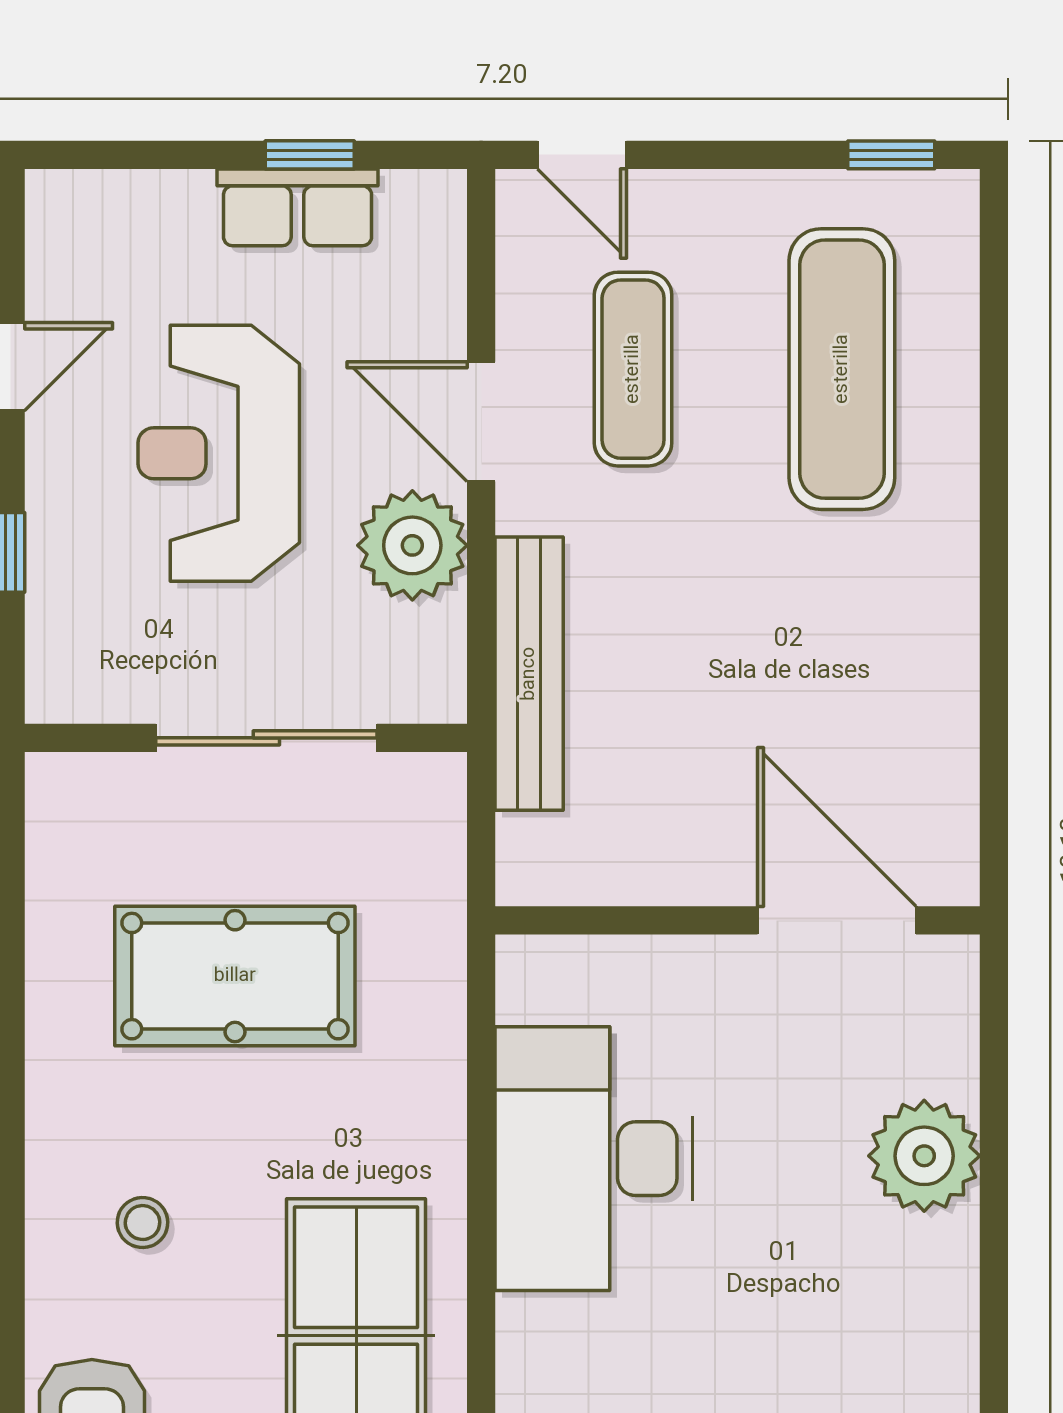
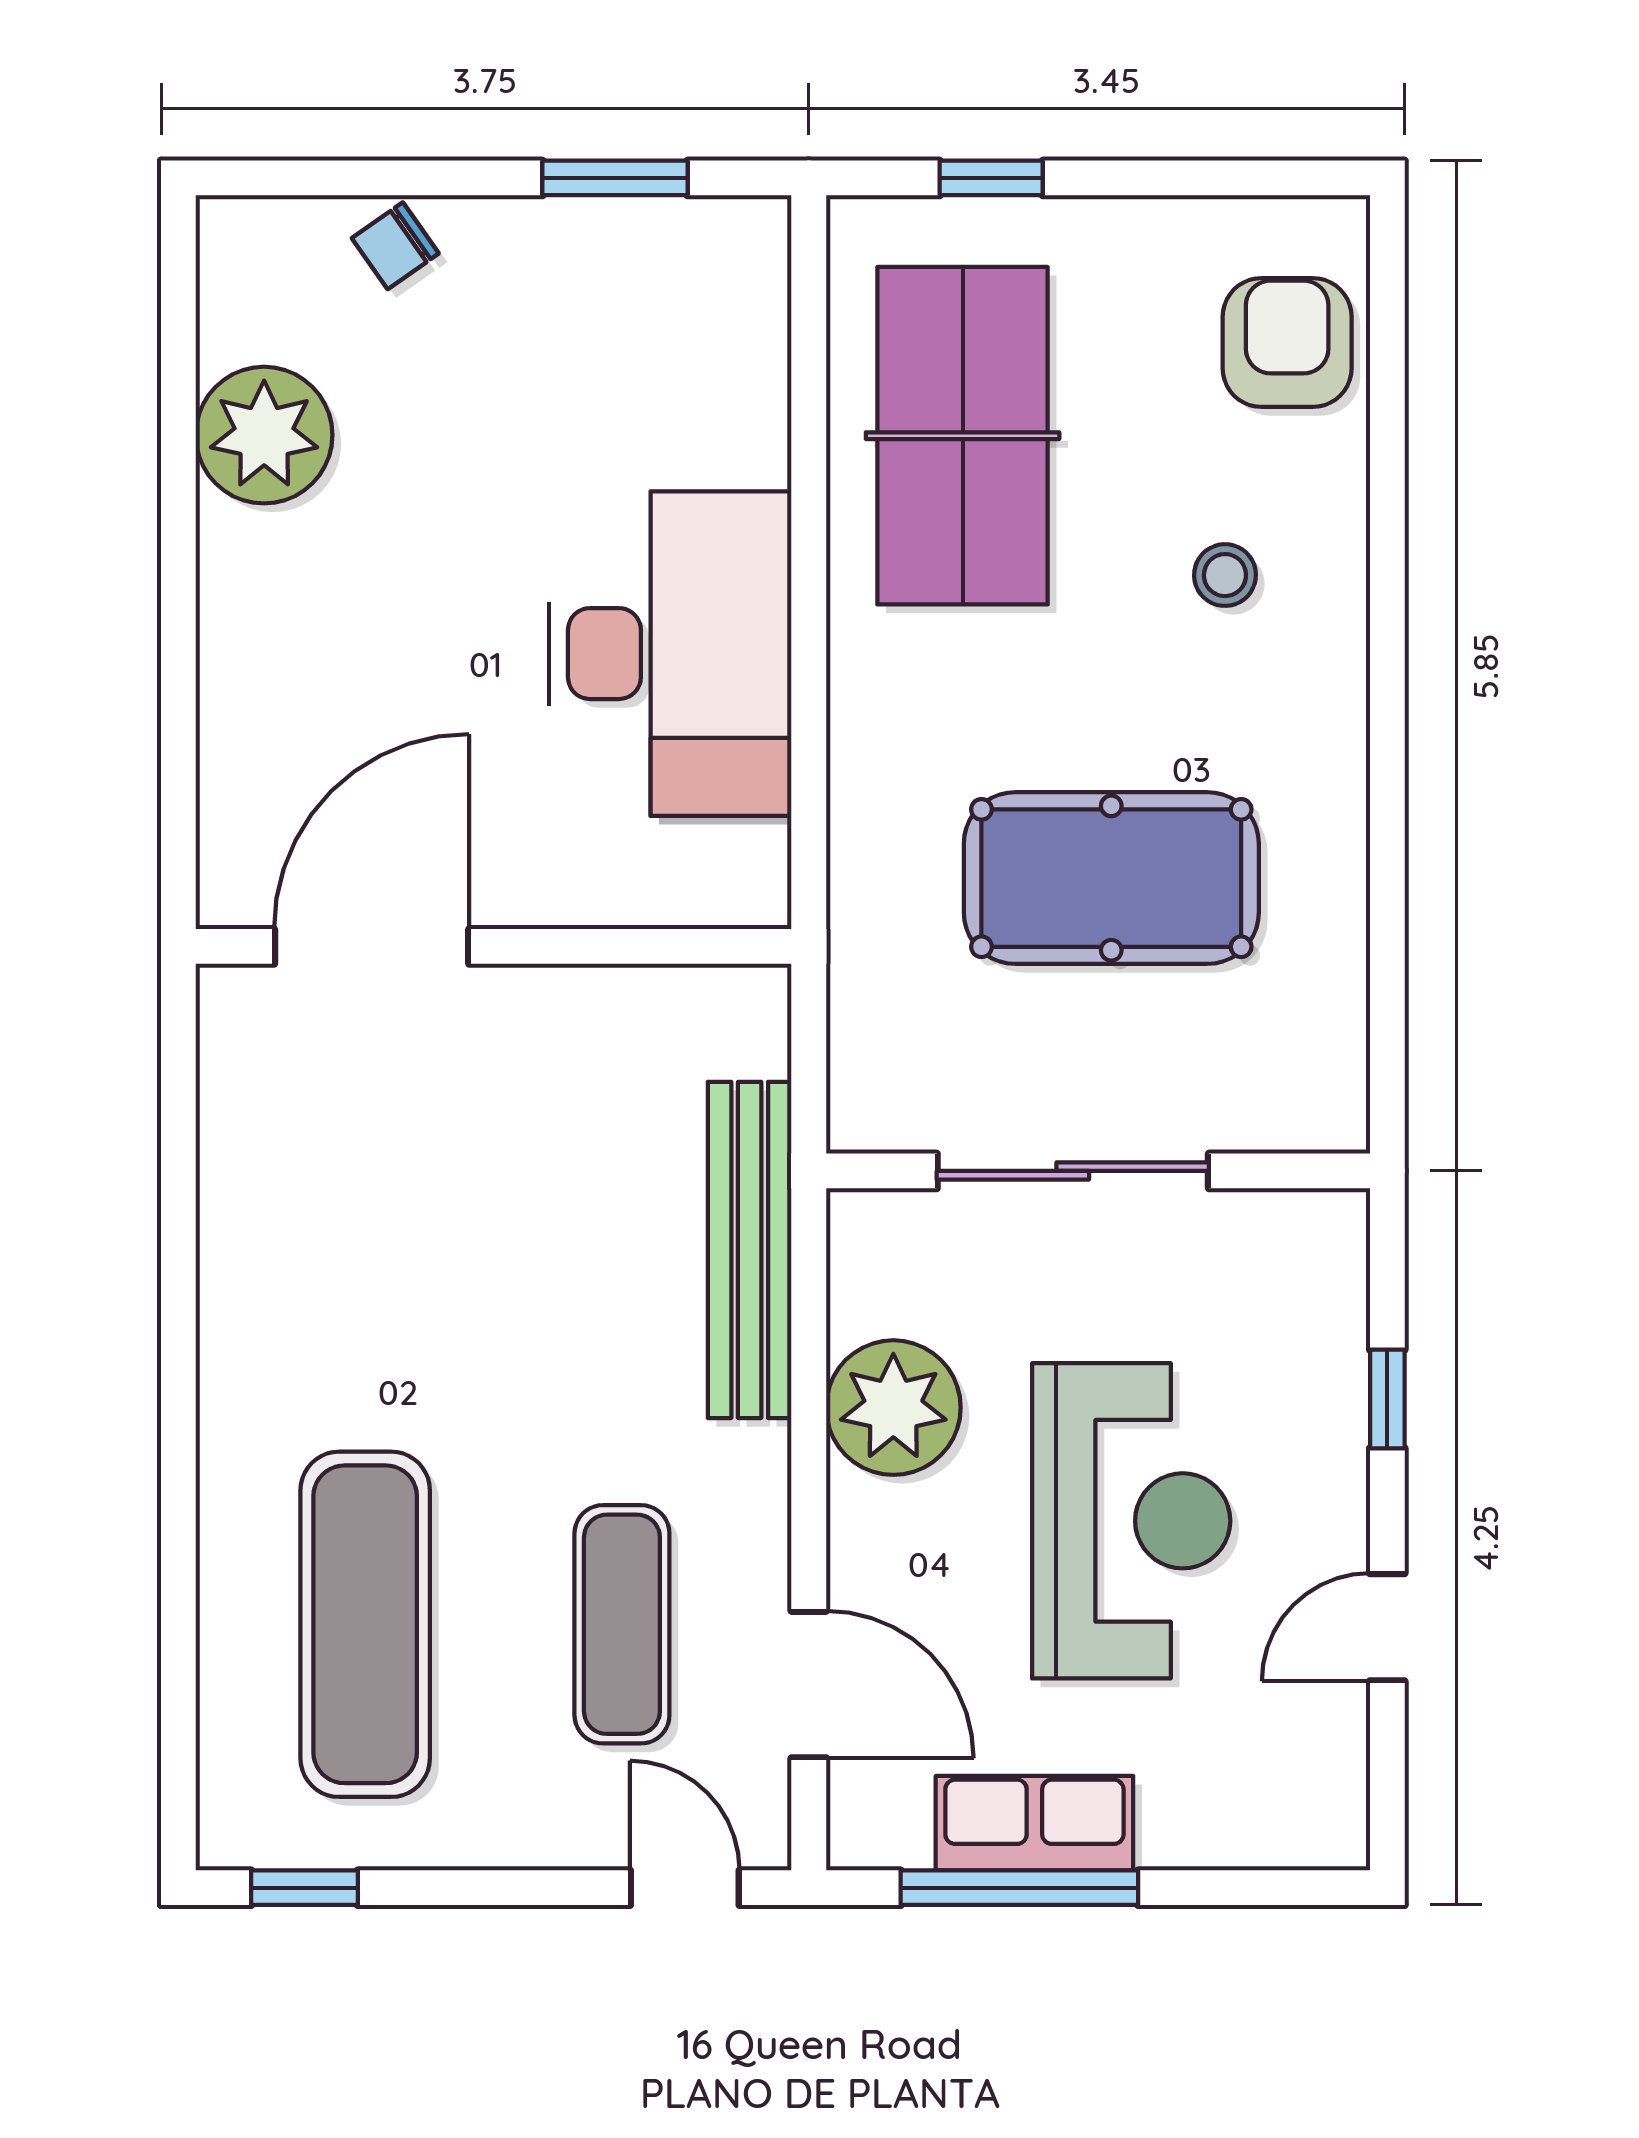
window: (310, 155) -> (1019, 1888), width x2.17
door: (481, 422) -> (809, 1685), moved
door: (837, 920) -> (372, 946), swing flipped
plant: (924, 1156) -> (264, 435), moved

